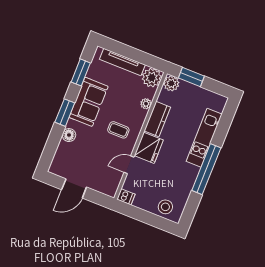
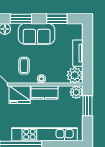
tv unit: (122, 62) -> (78, 53), width x0.71
plant: (146, 104) -> (41, 79), moved
kitchen unit: (204, 138) -> (44, 134), width x1.36

